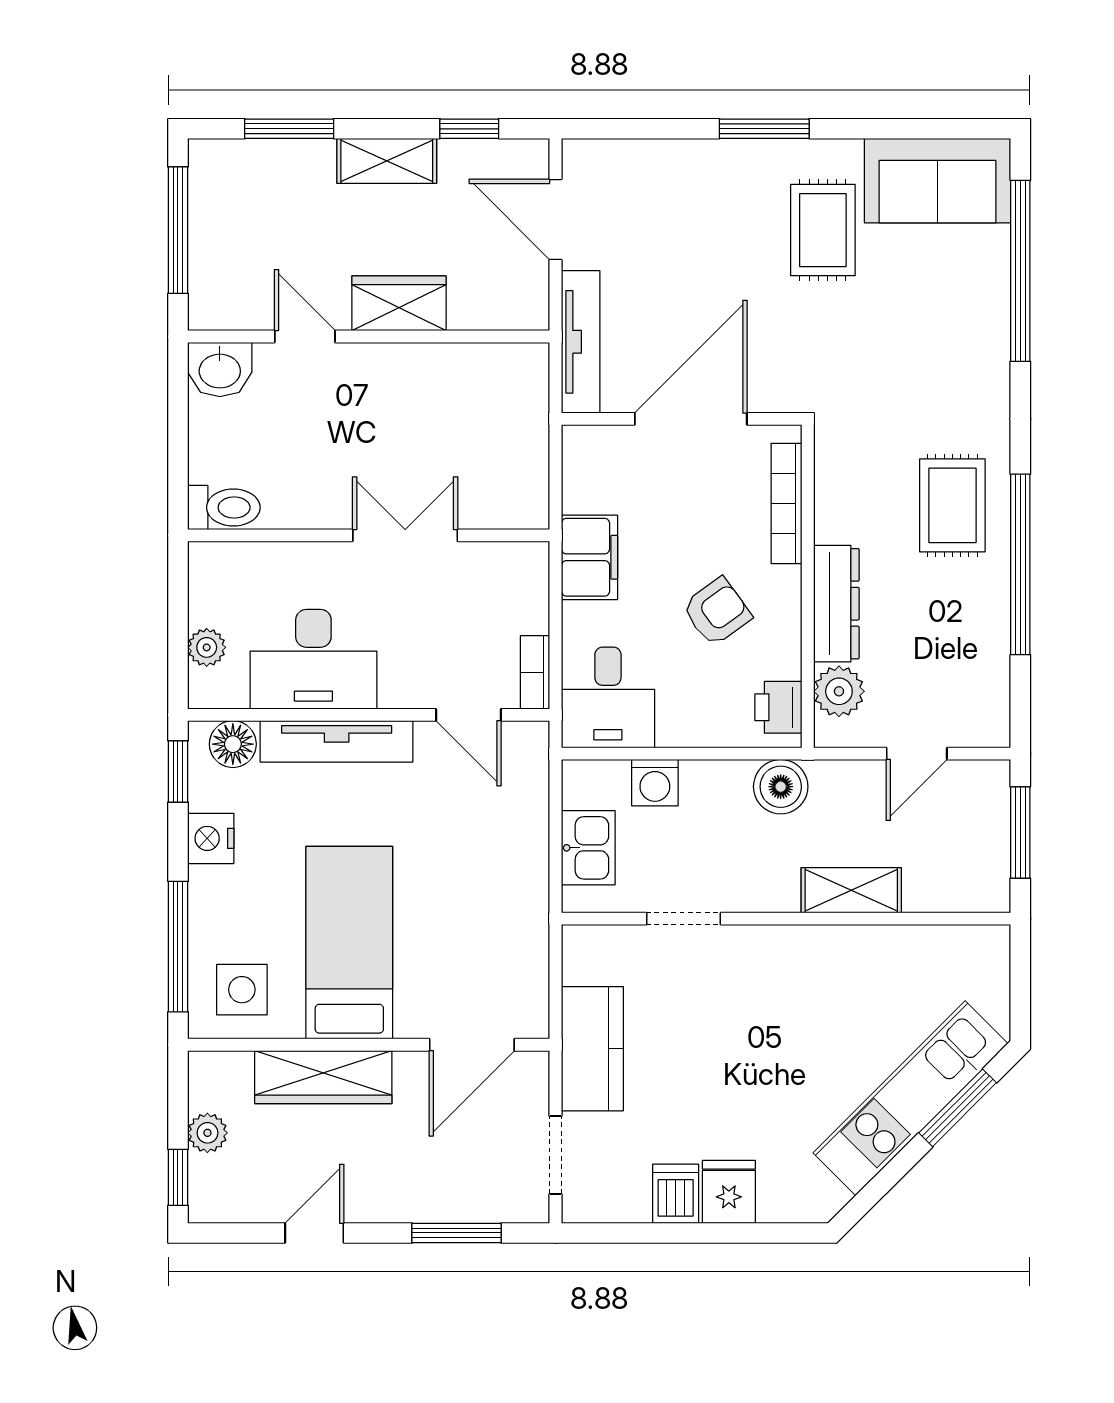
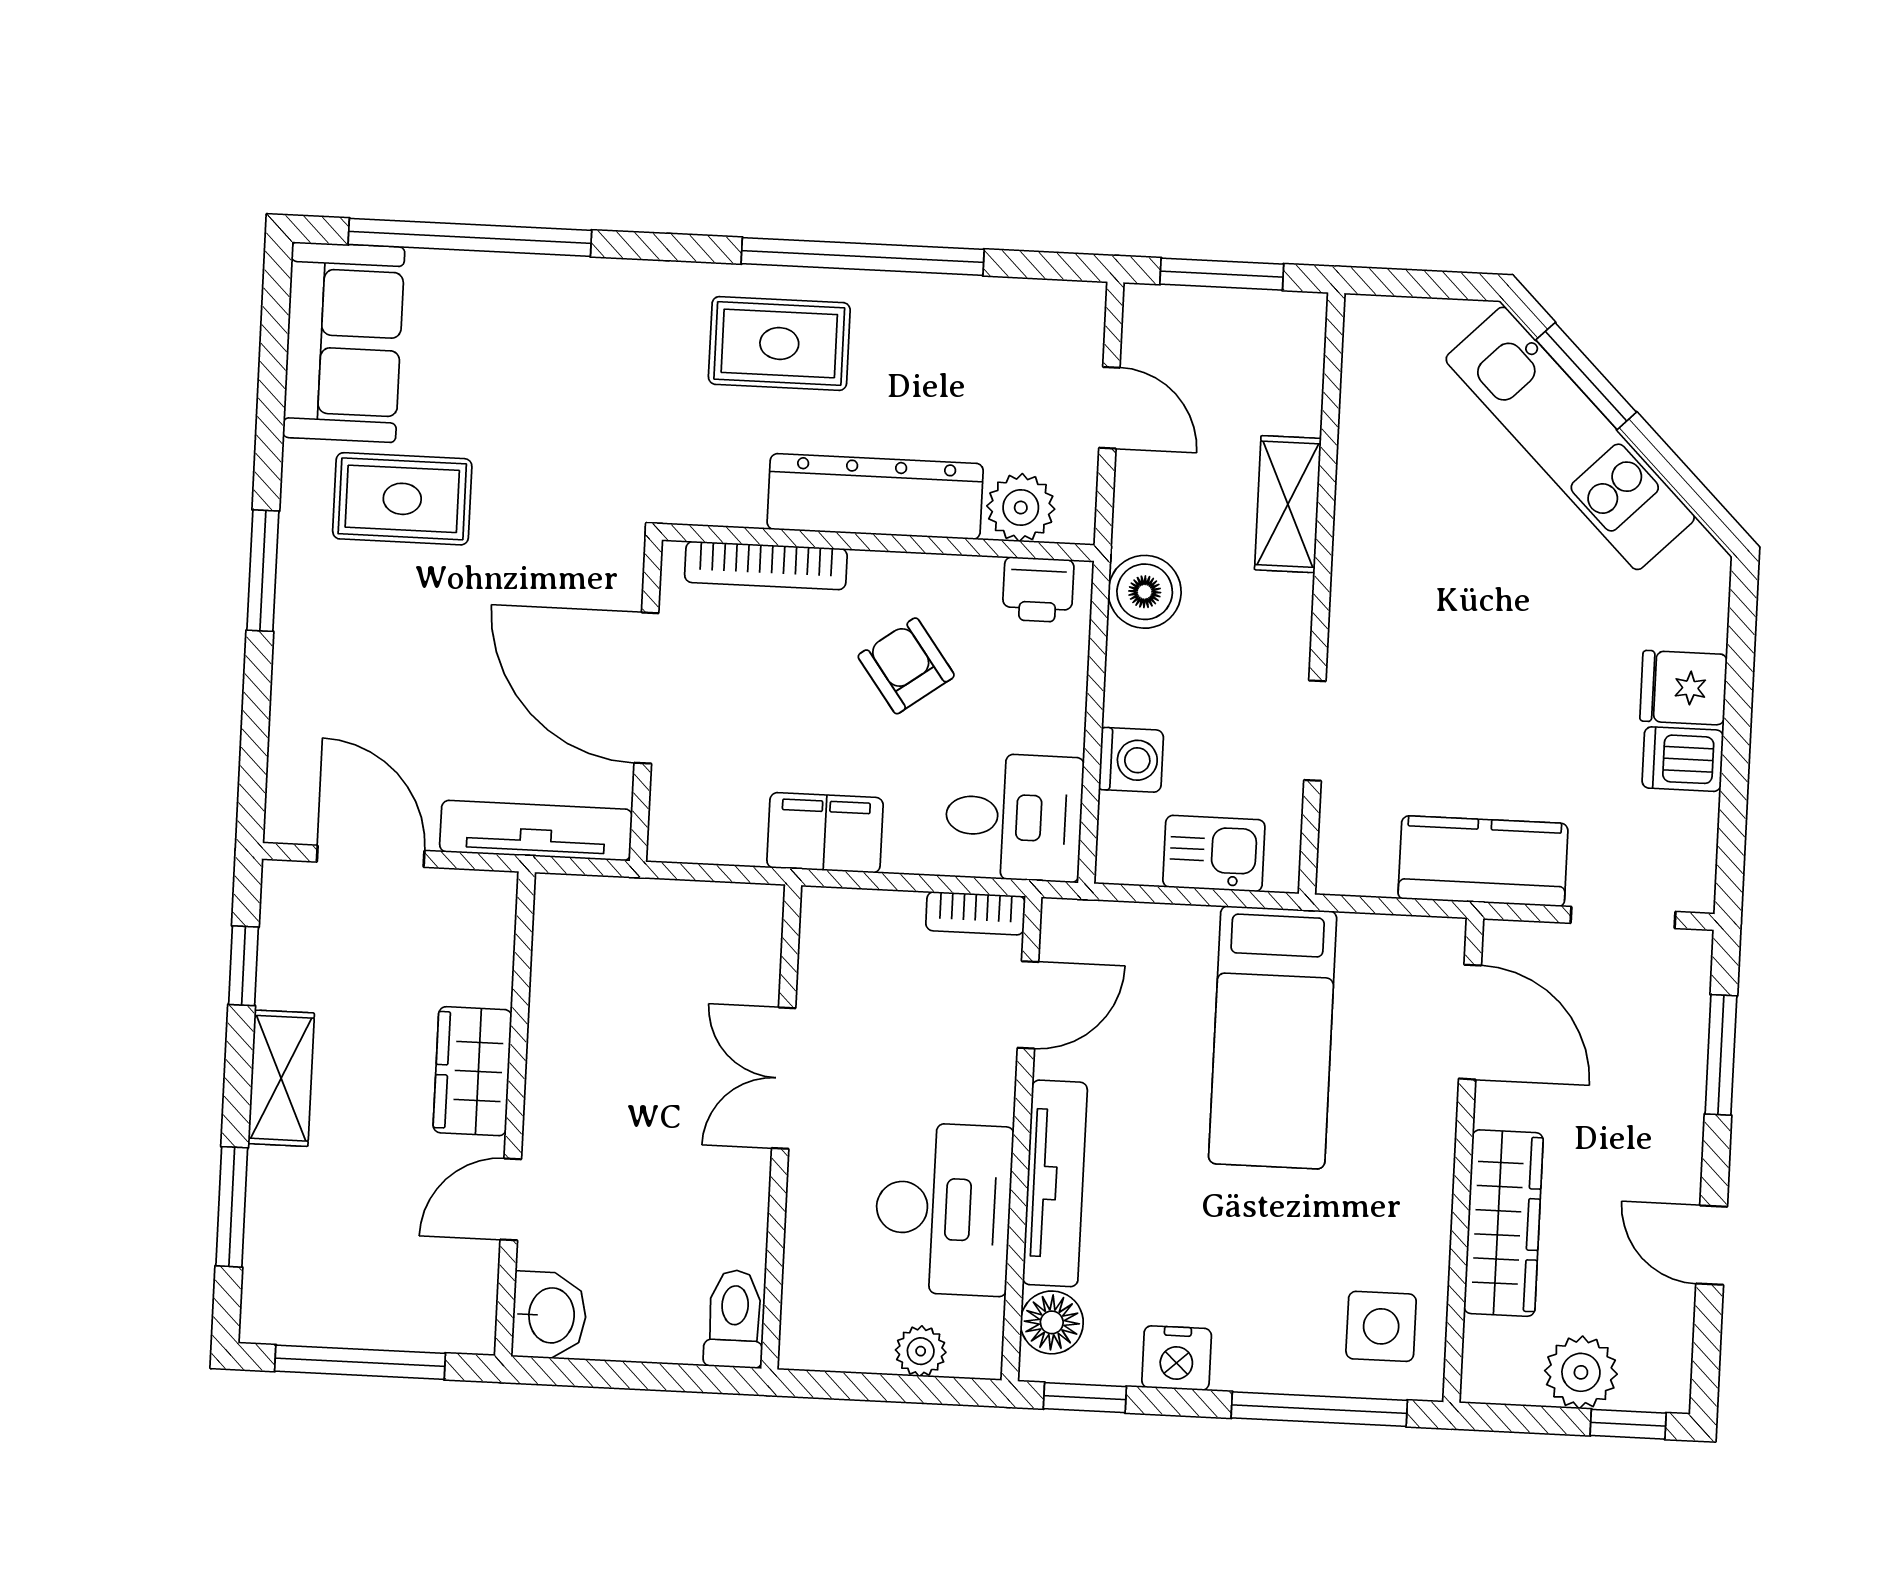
door: (555, 219) -> (371, 856), swing flipped
dresser: (836, 604) -> (875, 496), width x1.37, depth x1.24
bed: (349, 943) -> (1273, 1037), moved, turned -90
plant: (207, 1133) -> (1581, 1372), width x1.38, depth x1.38

